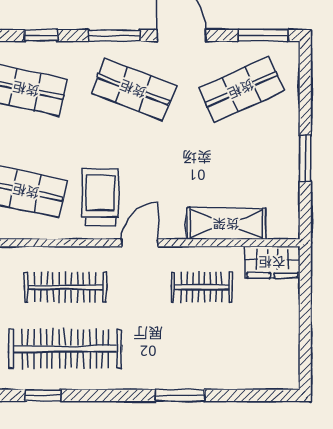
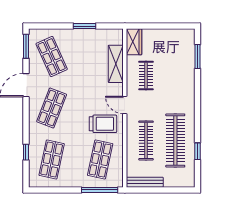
window: (114, 35) -> (26, 117), removed
trolley: (100, 197) -> (103, 124), turned 180
window: (180, 395) -> (198, 57), moved

